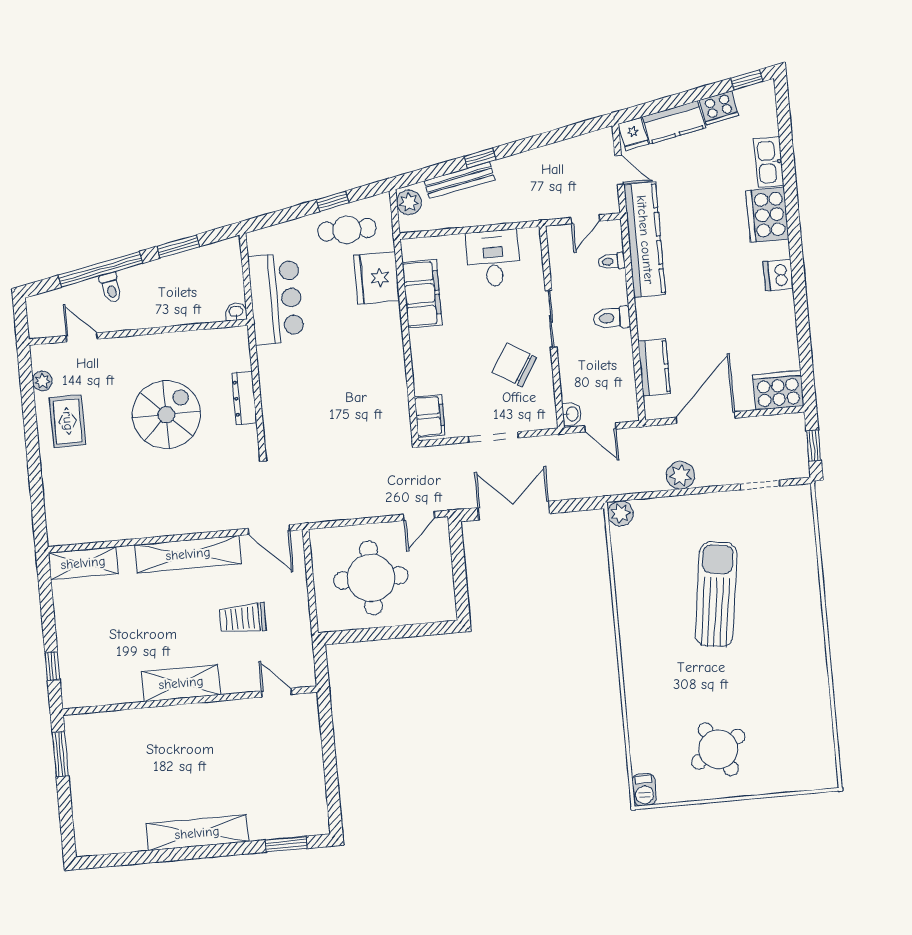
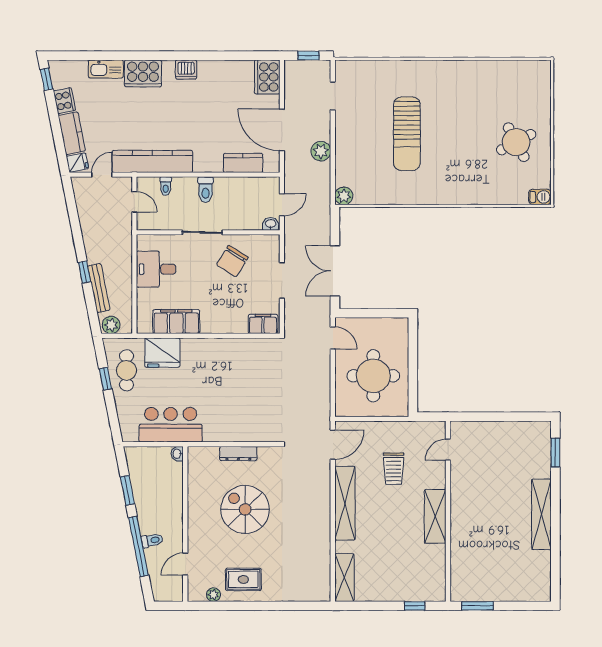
sun lounger: (716, 594) -> (407, 134), turned -98

